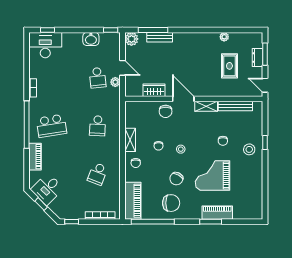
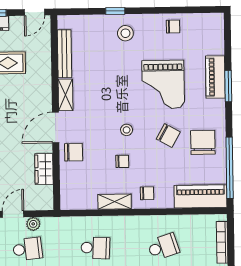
chair: (223, 141) -> (173, 26), moved
school desk: (98, 174) -> (163, 247), turned -39

